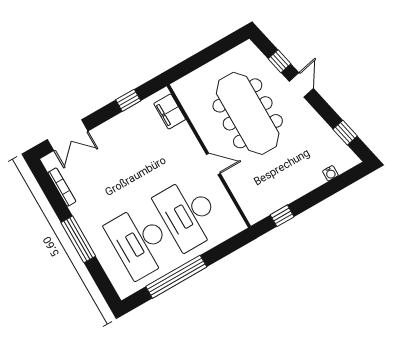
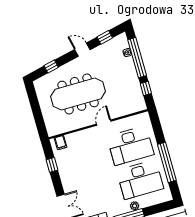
door: (301, 85) -> (82, 50), moved
filing cabinet: (170, 112) -> (61, 143), width x0.50
window: (326, 190) -> (137, 58), added
plant: (97, 244) -> (135, 206), added

